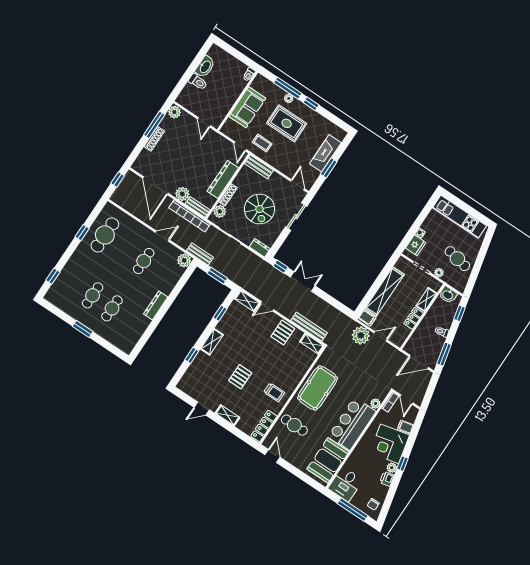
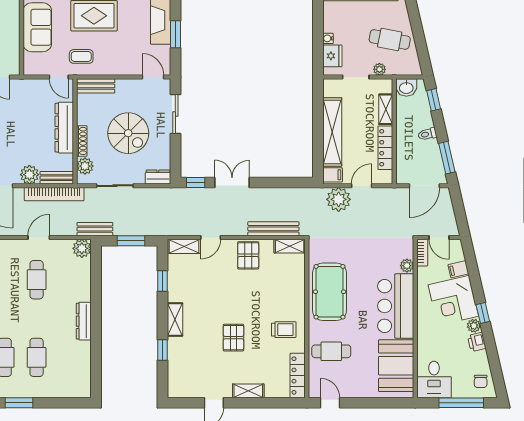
locker: (414, 318) -> (385, 148), width x1.53

